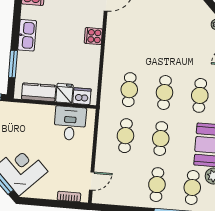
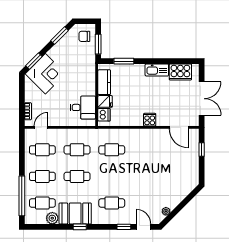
kitchen sink: (27, 35) -> (157, 70), moved
cafe table: (165, 93) -> (42, 150), moved
door: (92, 181) -> (41, 127), swing flipped

